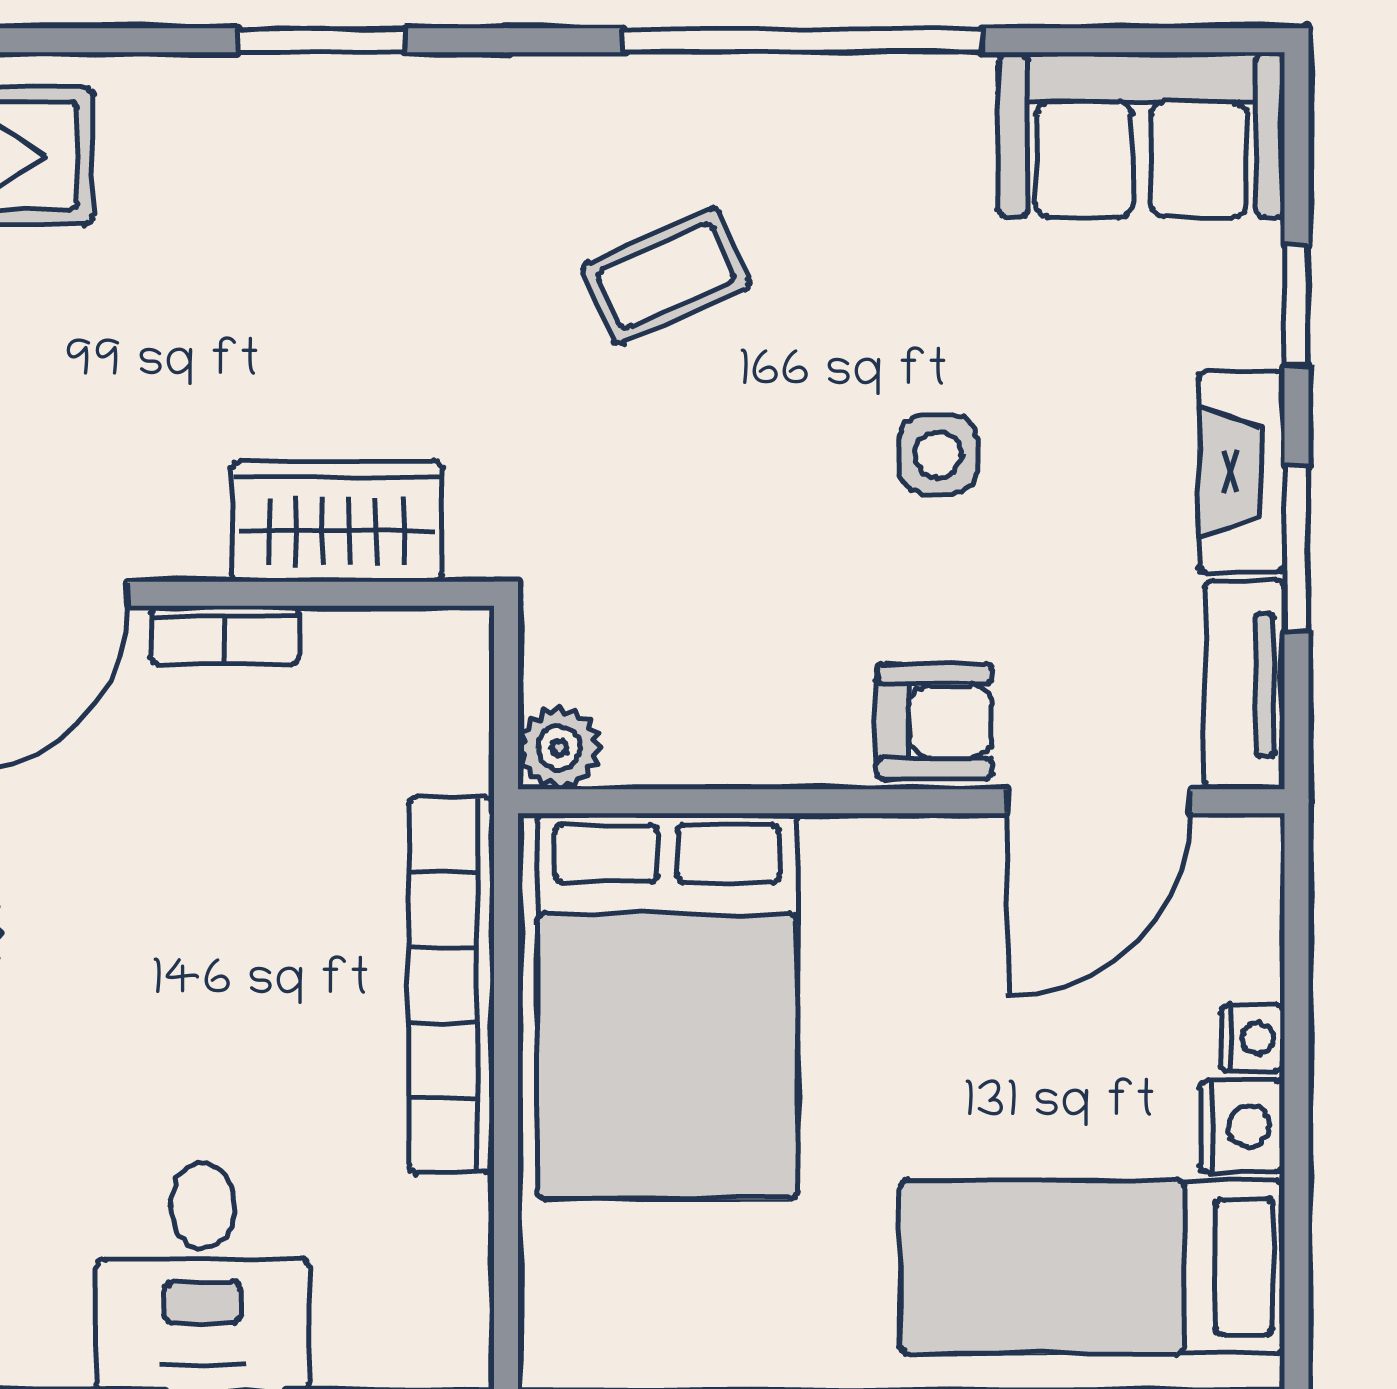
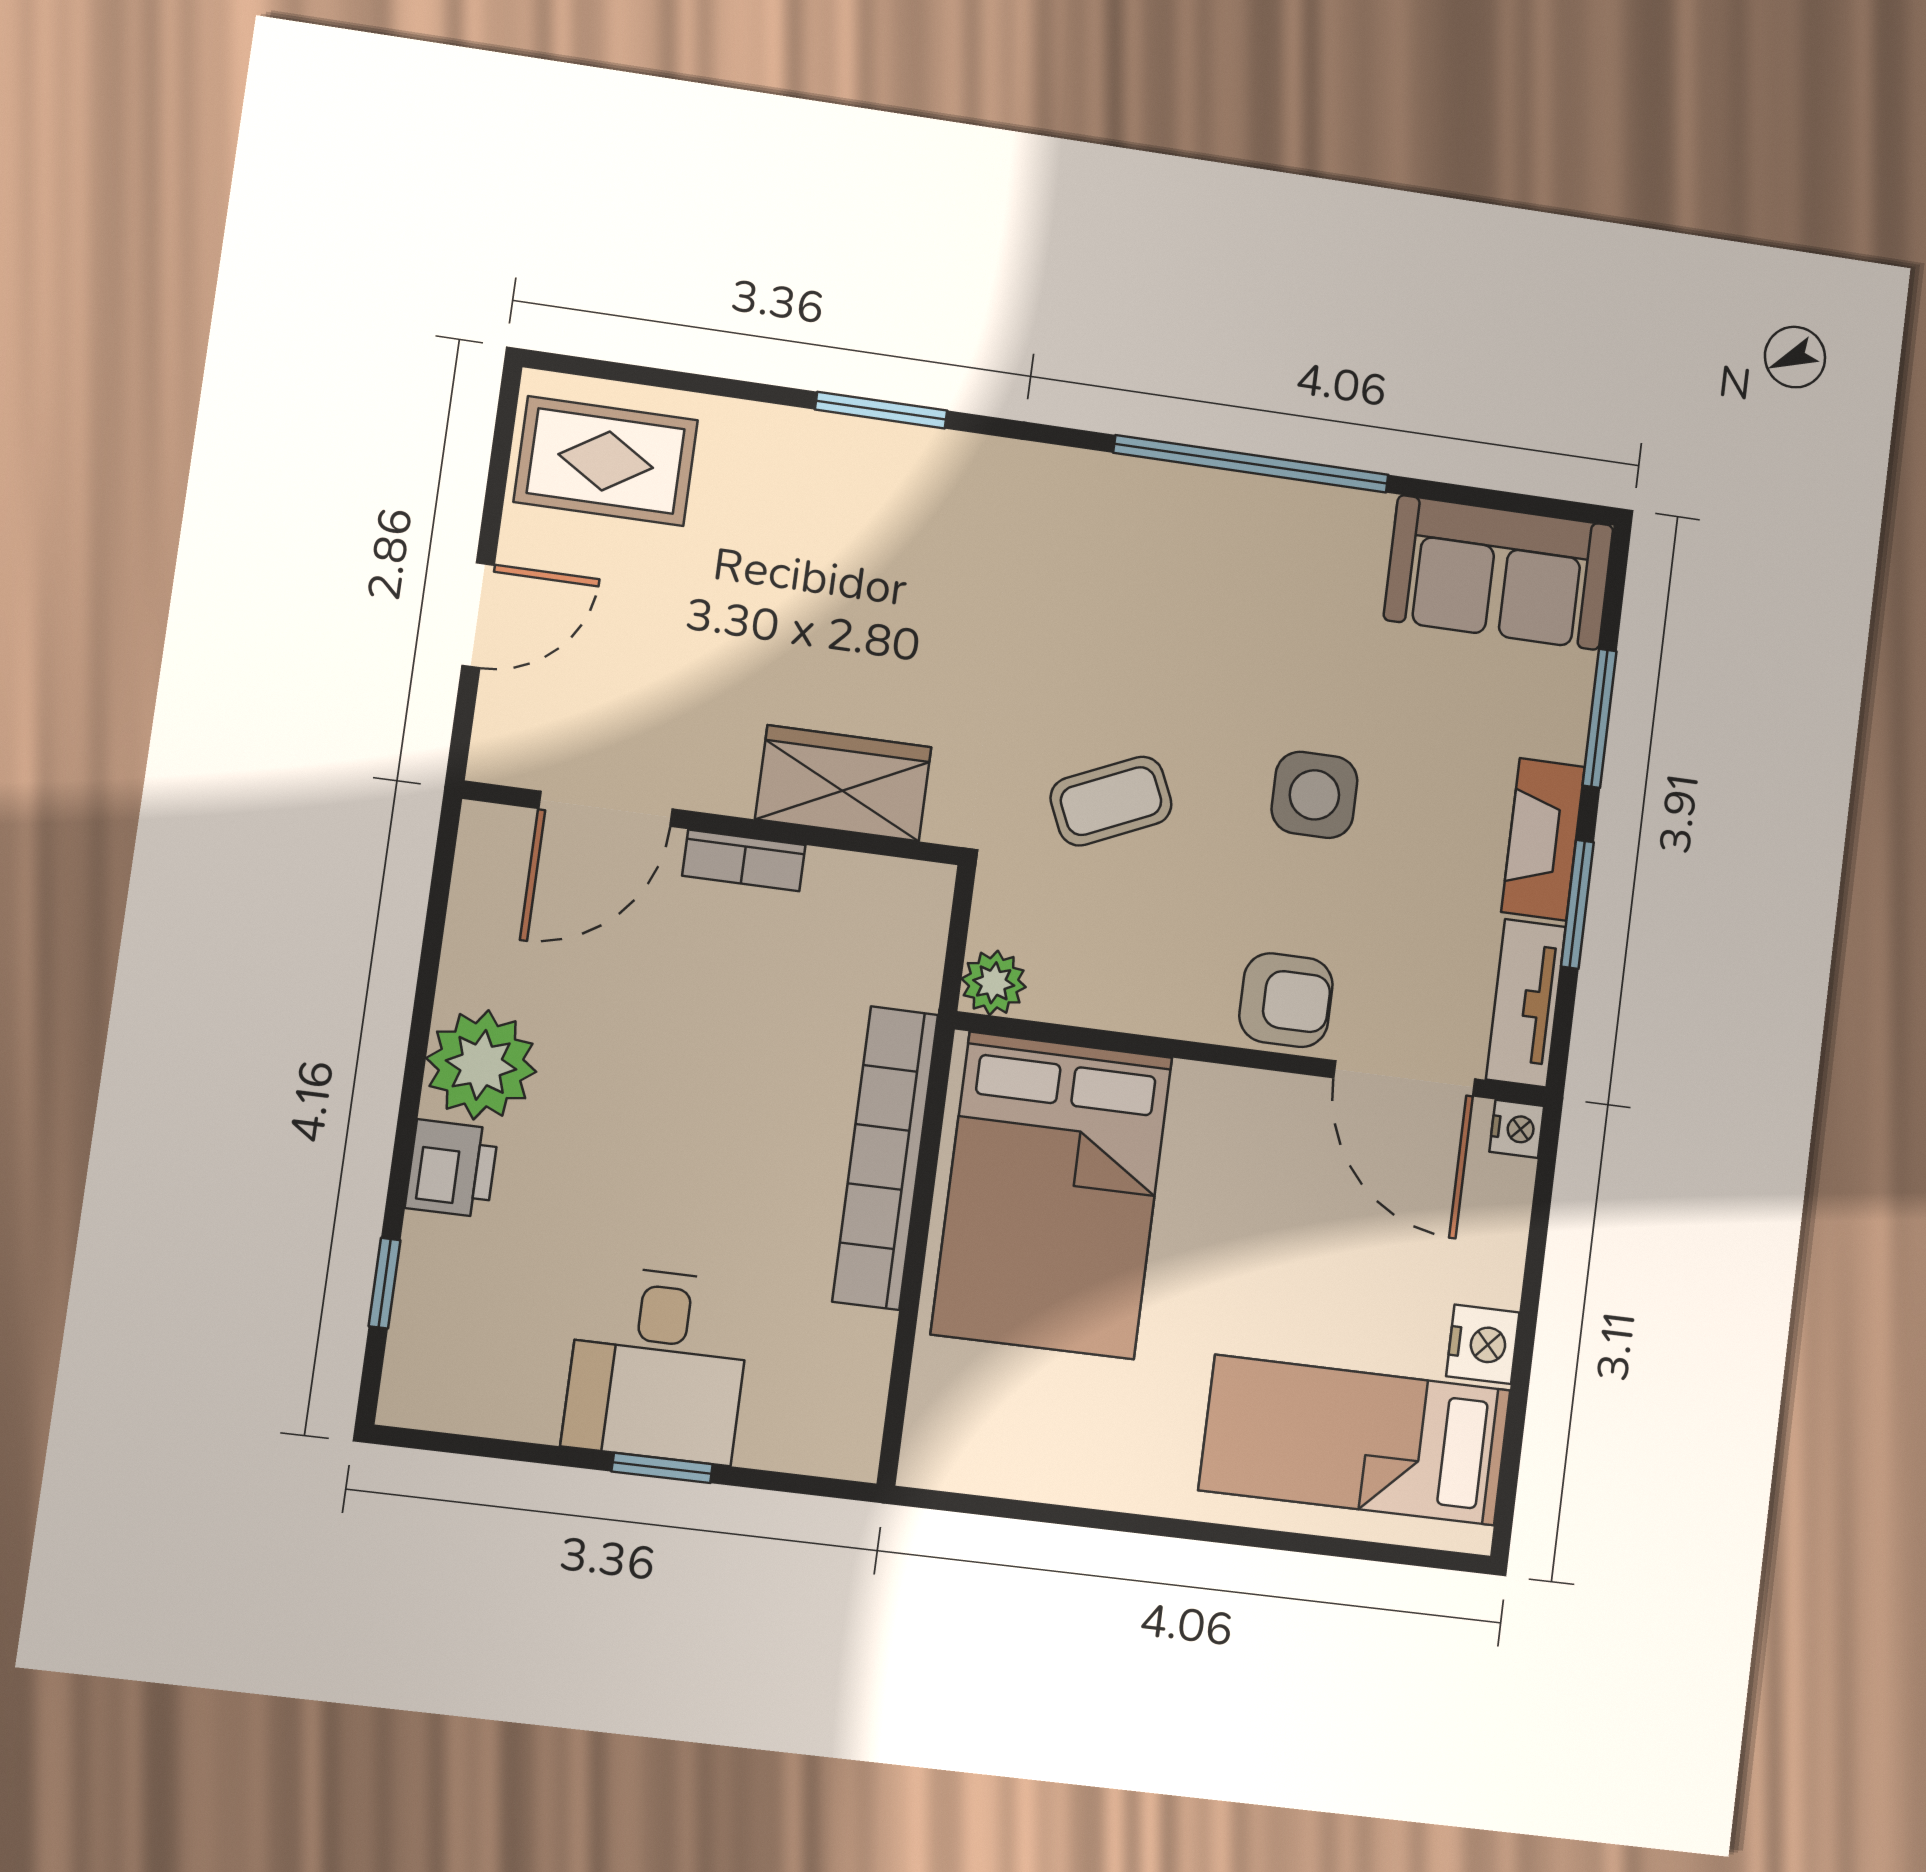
coffee table: (666, 276) -> (1111, 801), moved
window: (1296, 305) -> (1599, 718), width x1.50
side table: (938, 454) -> (1314, 795), width x1.37, depth x1.37
door: (1099, 801) -> (1404, 1078), hinge flipped
nightstand: (1253, 1038) -> (1517, 1129), moved

